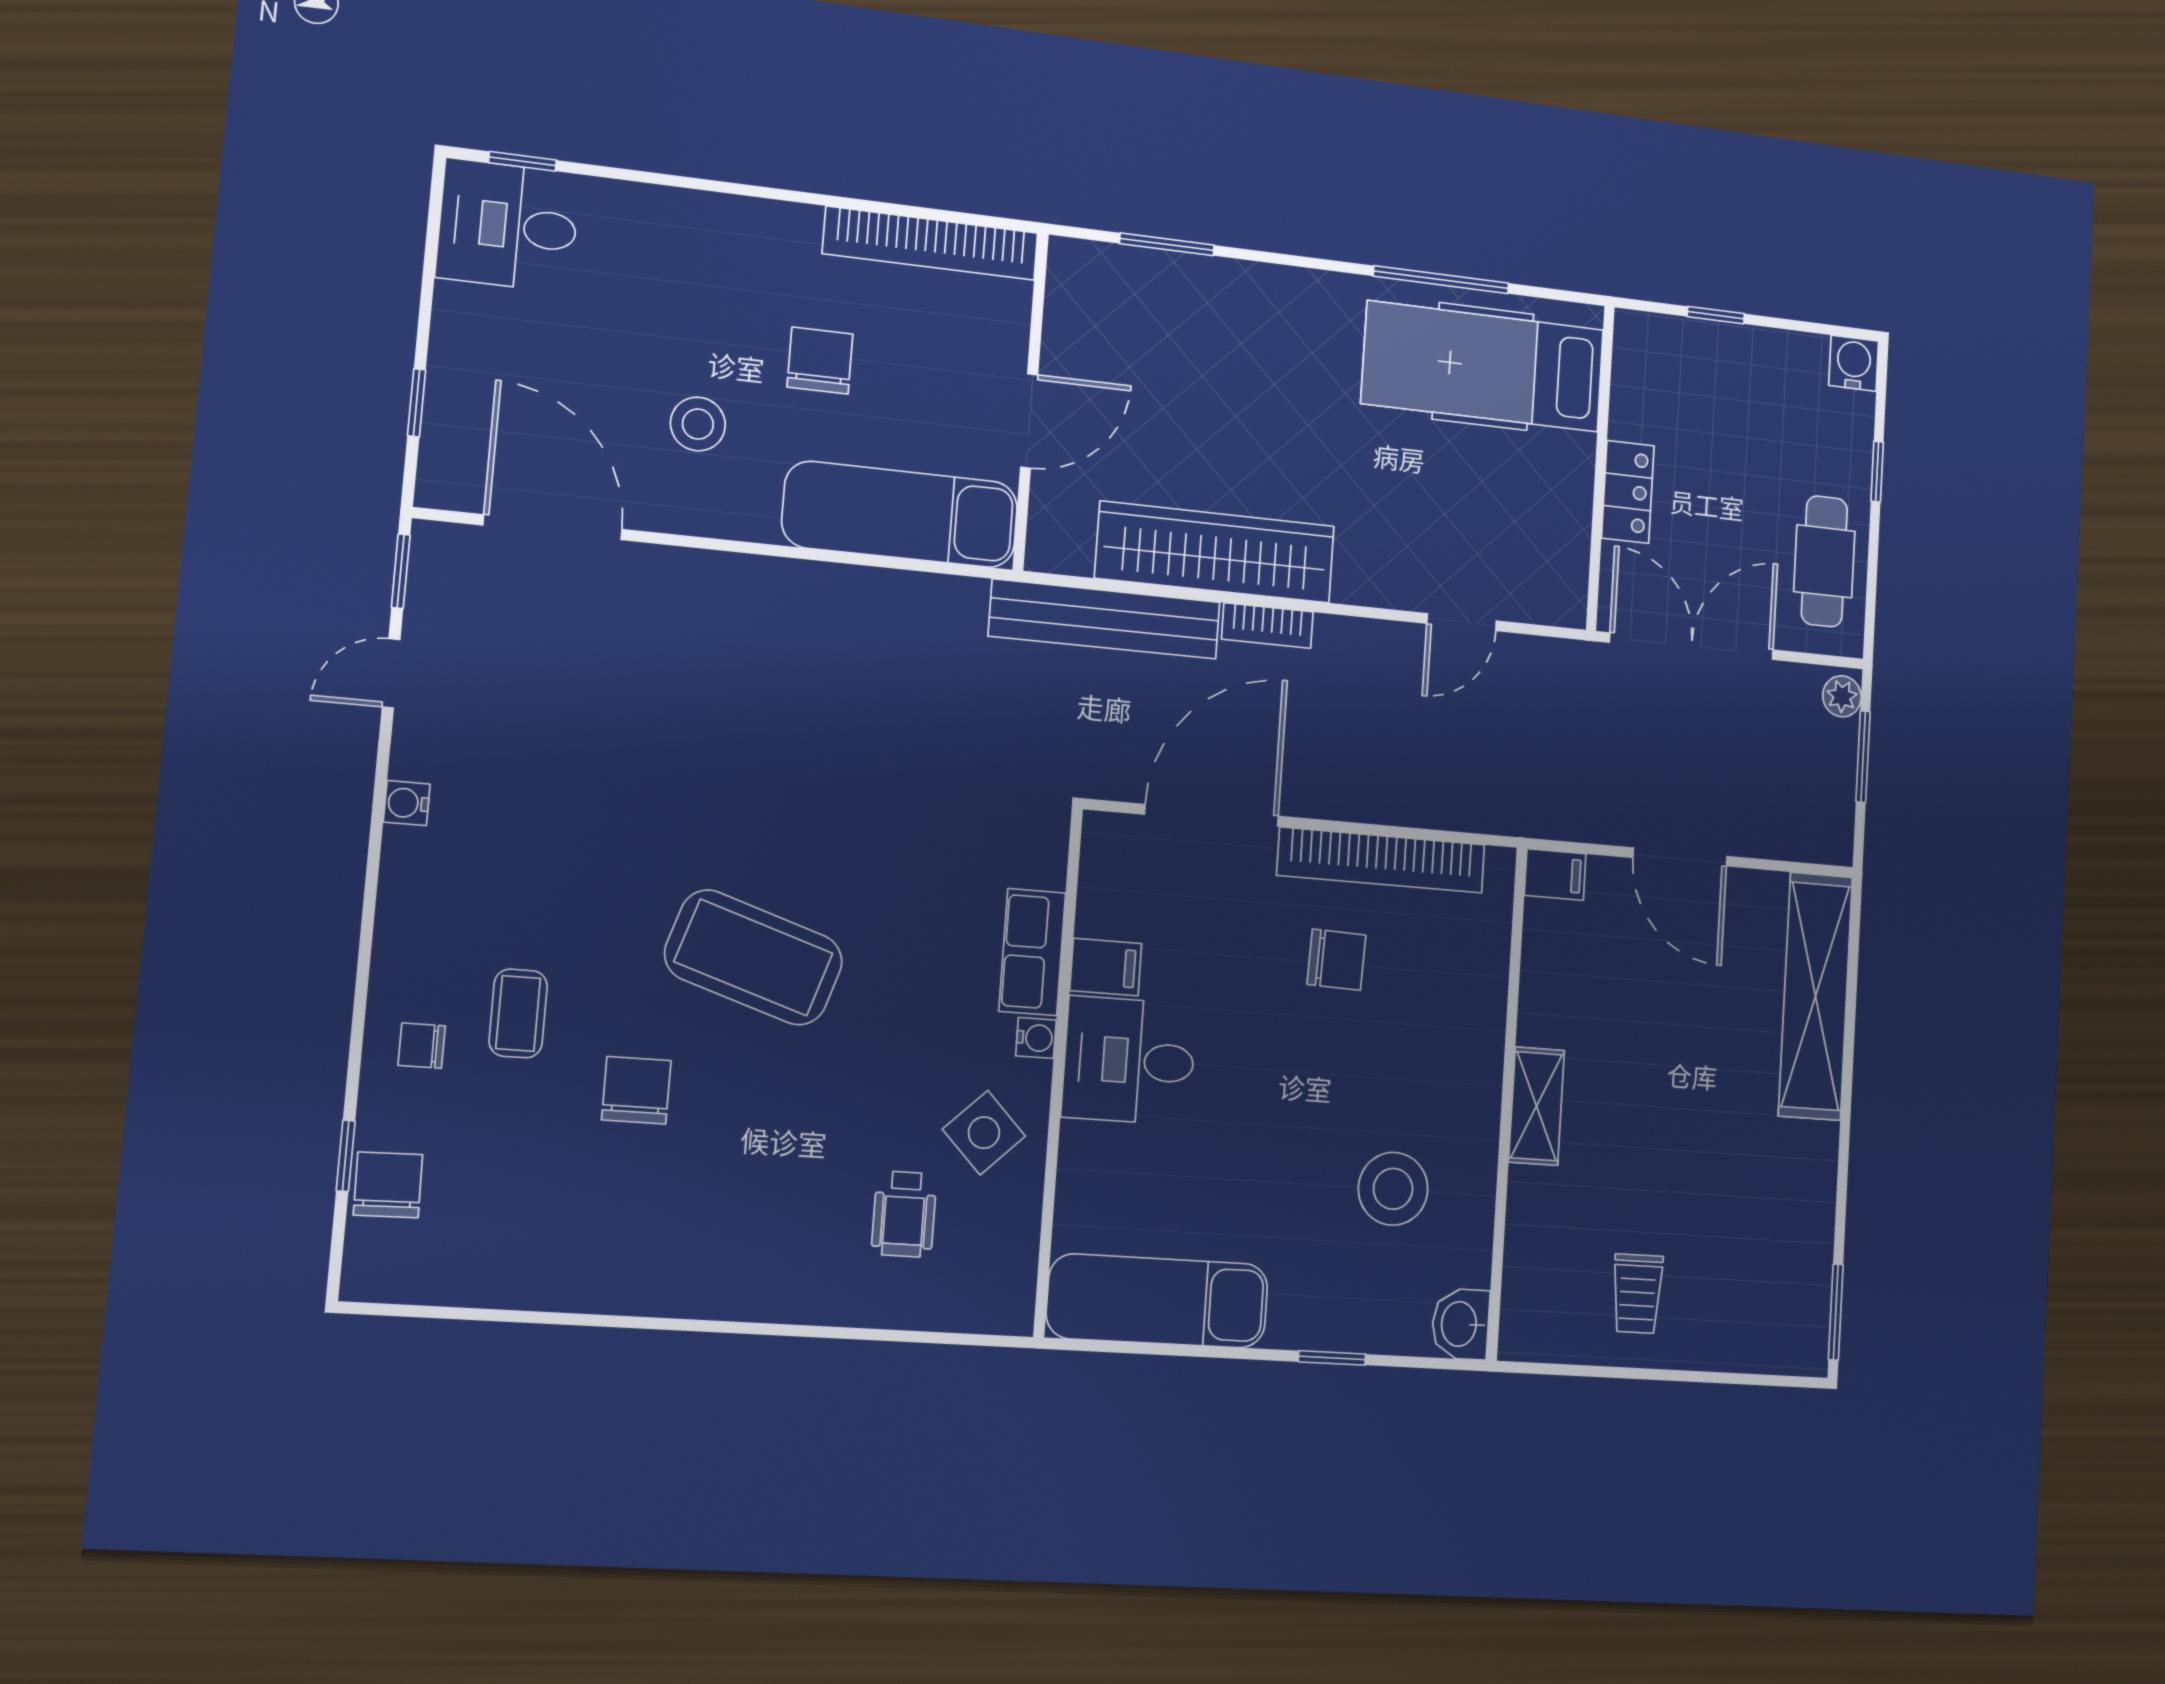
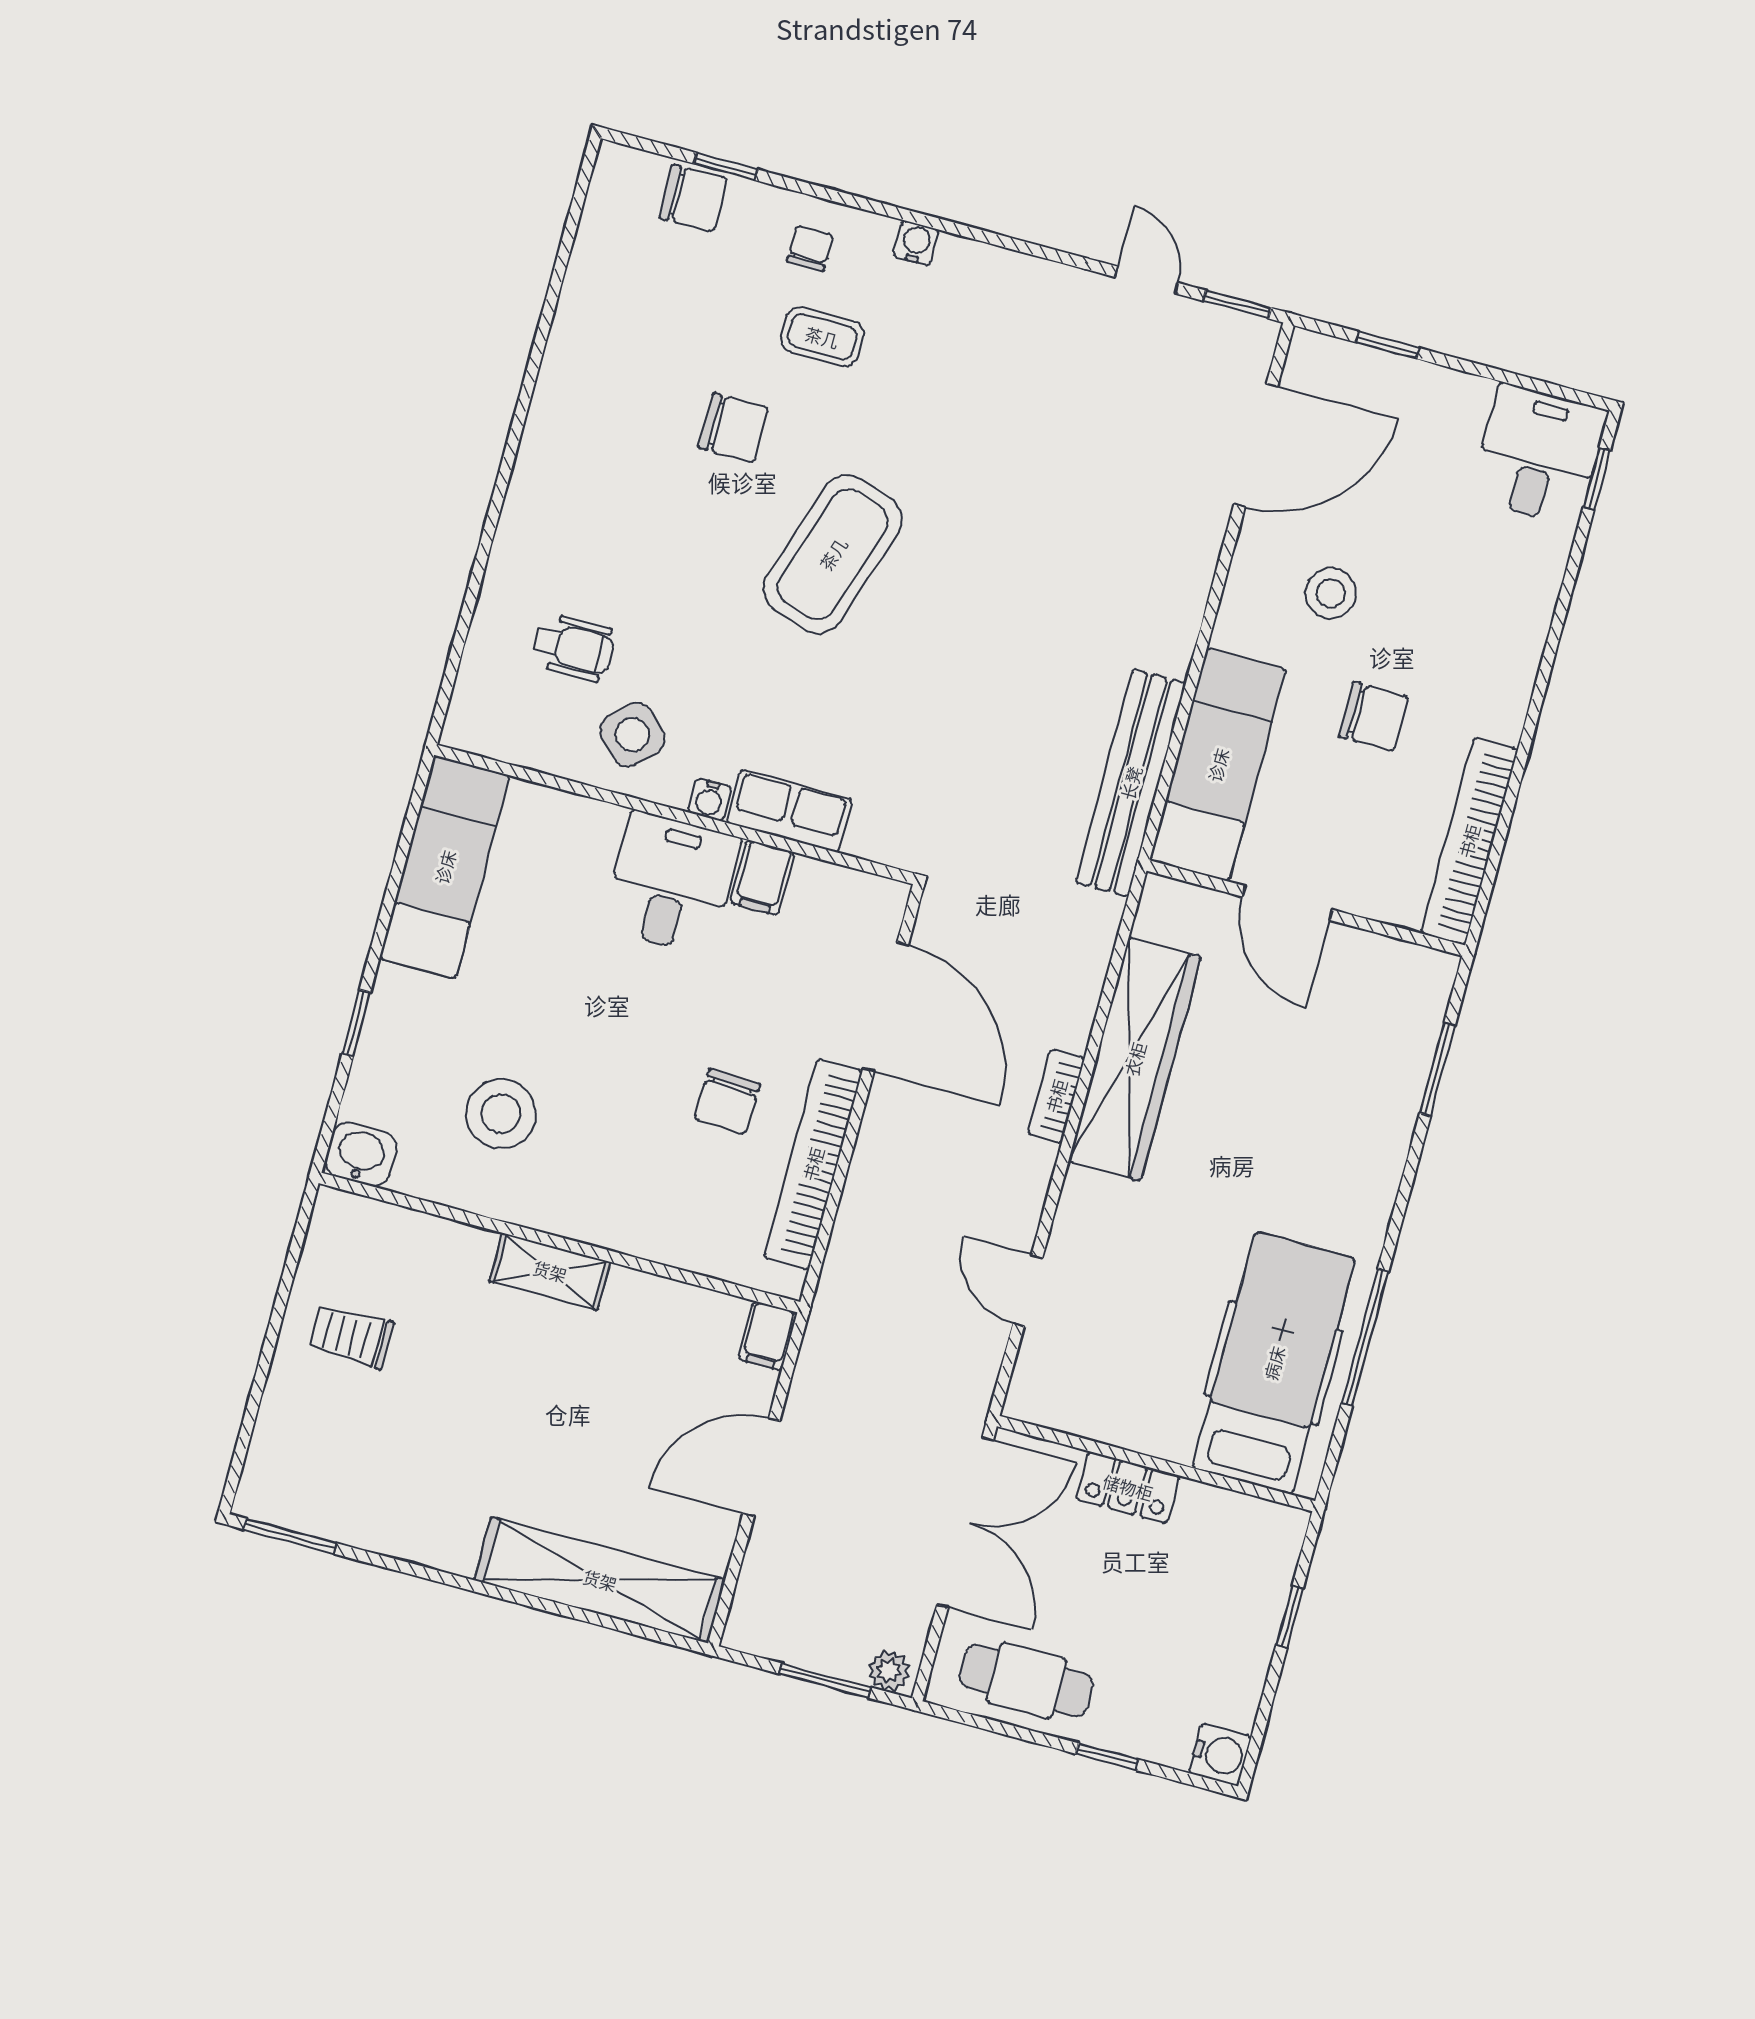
bench: (1105, 619) -> (1131, 783), moved
water cooler: (407, 803) -> (916, 243), moved
wheelchair: (904, 1214) -> (573, 647), turned 180

